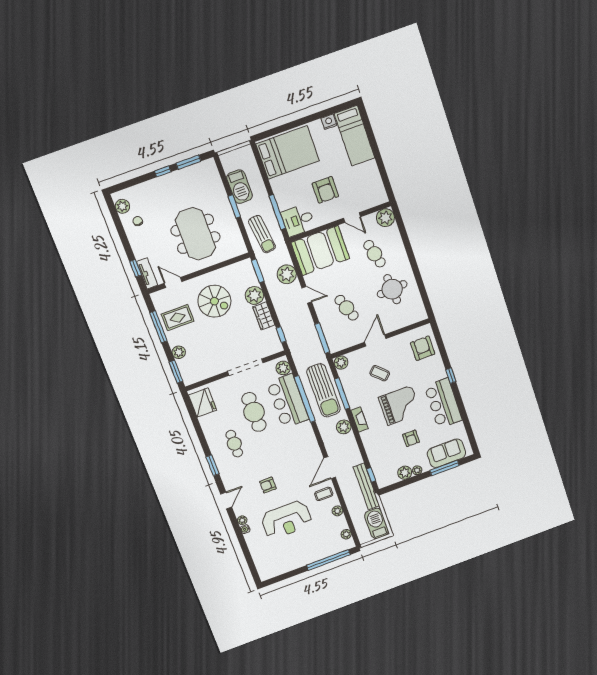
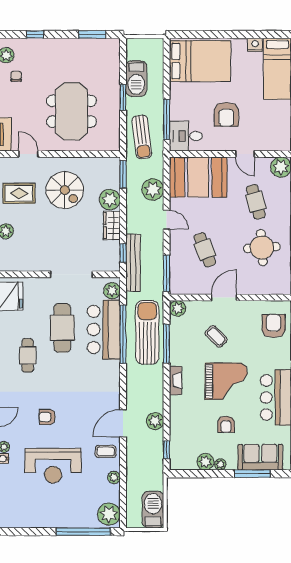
window: (163, 171) -> (35, 34), moved
sun lounger: (323, 390) -> (147, 332), turned 180
plant: (344, 427) -> (155, 421), moved
bench: (366, 486) -> (133, 263), moved
plant: (346, 534) -> (109, 514), width x1.88, depth x1.88

